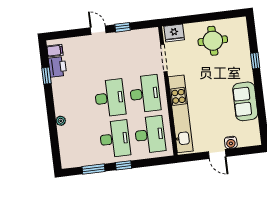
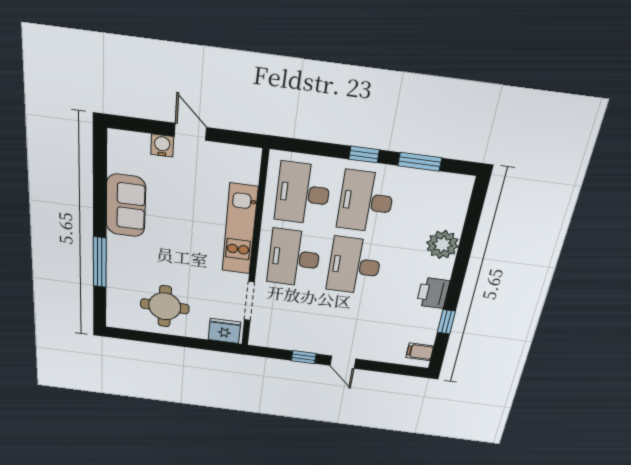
window: (255, 61) -> (100, 262), width x2.17
printer: (57, 67) -> (433, 293), moved
kitchen unit: (181, 114) -> (240, 229), width x0.73
plant: (61, 121) -> (442, 245), width x1.87, depth x1.87

